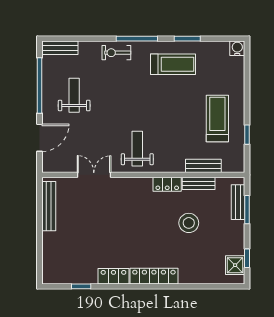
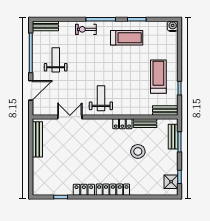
bench: (203, 166) -> (165, 110), moved

